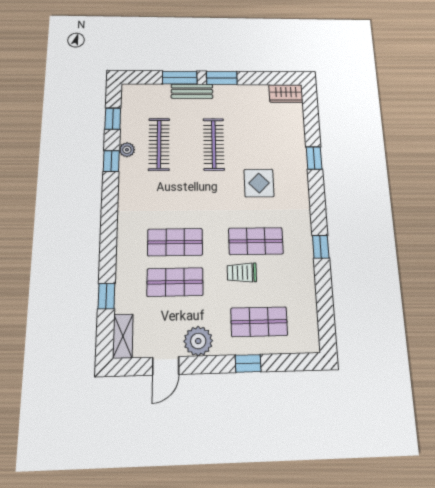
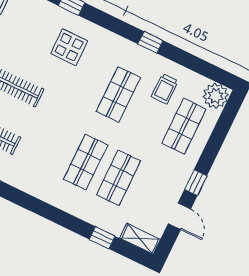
display table: (259, 183) -> (69, 47), moved
trolley: (242, 273) -> (165, 89), moved
plant: (198, 341) -> (216, 96), moved
window: (248, 363) -> (196, 183), moved

